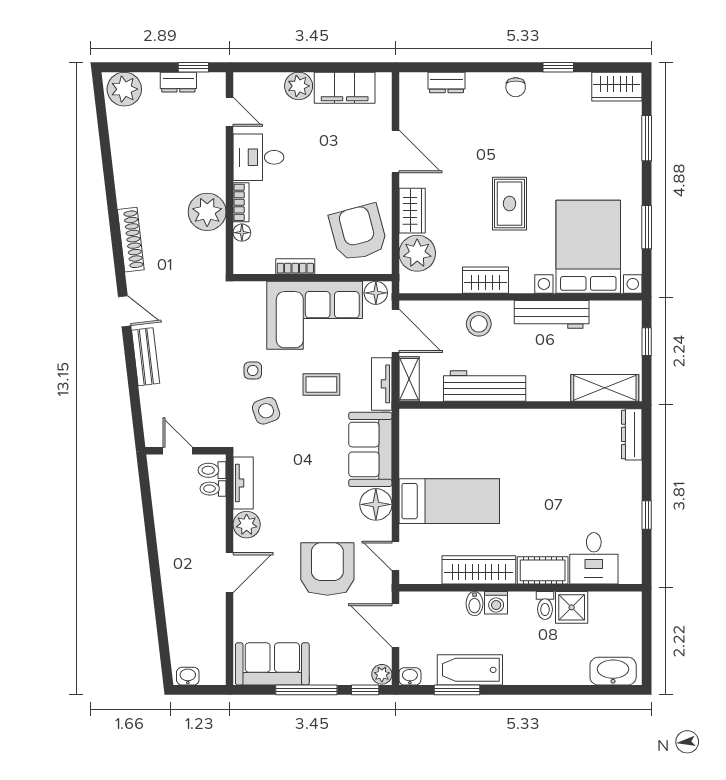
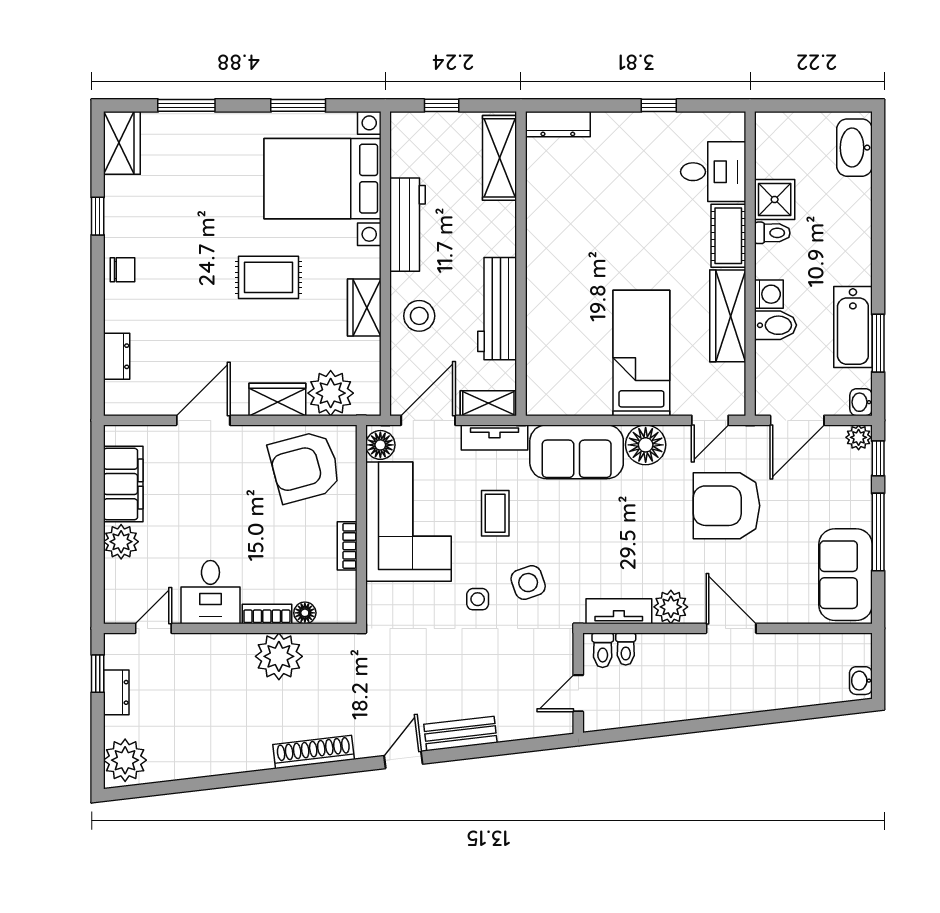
bidet: (474, 604) -> (775, 325), width x1.38, depth x1.36

